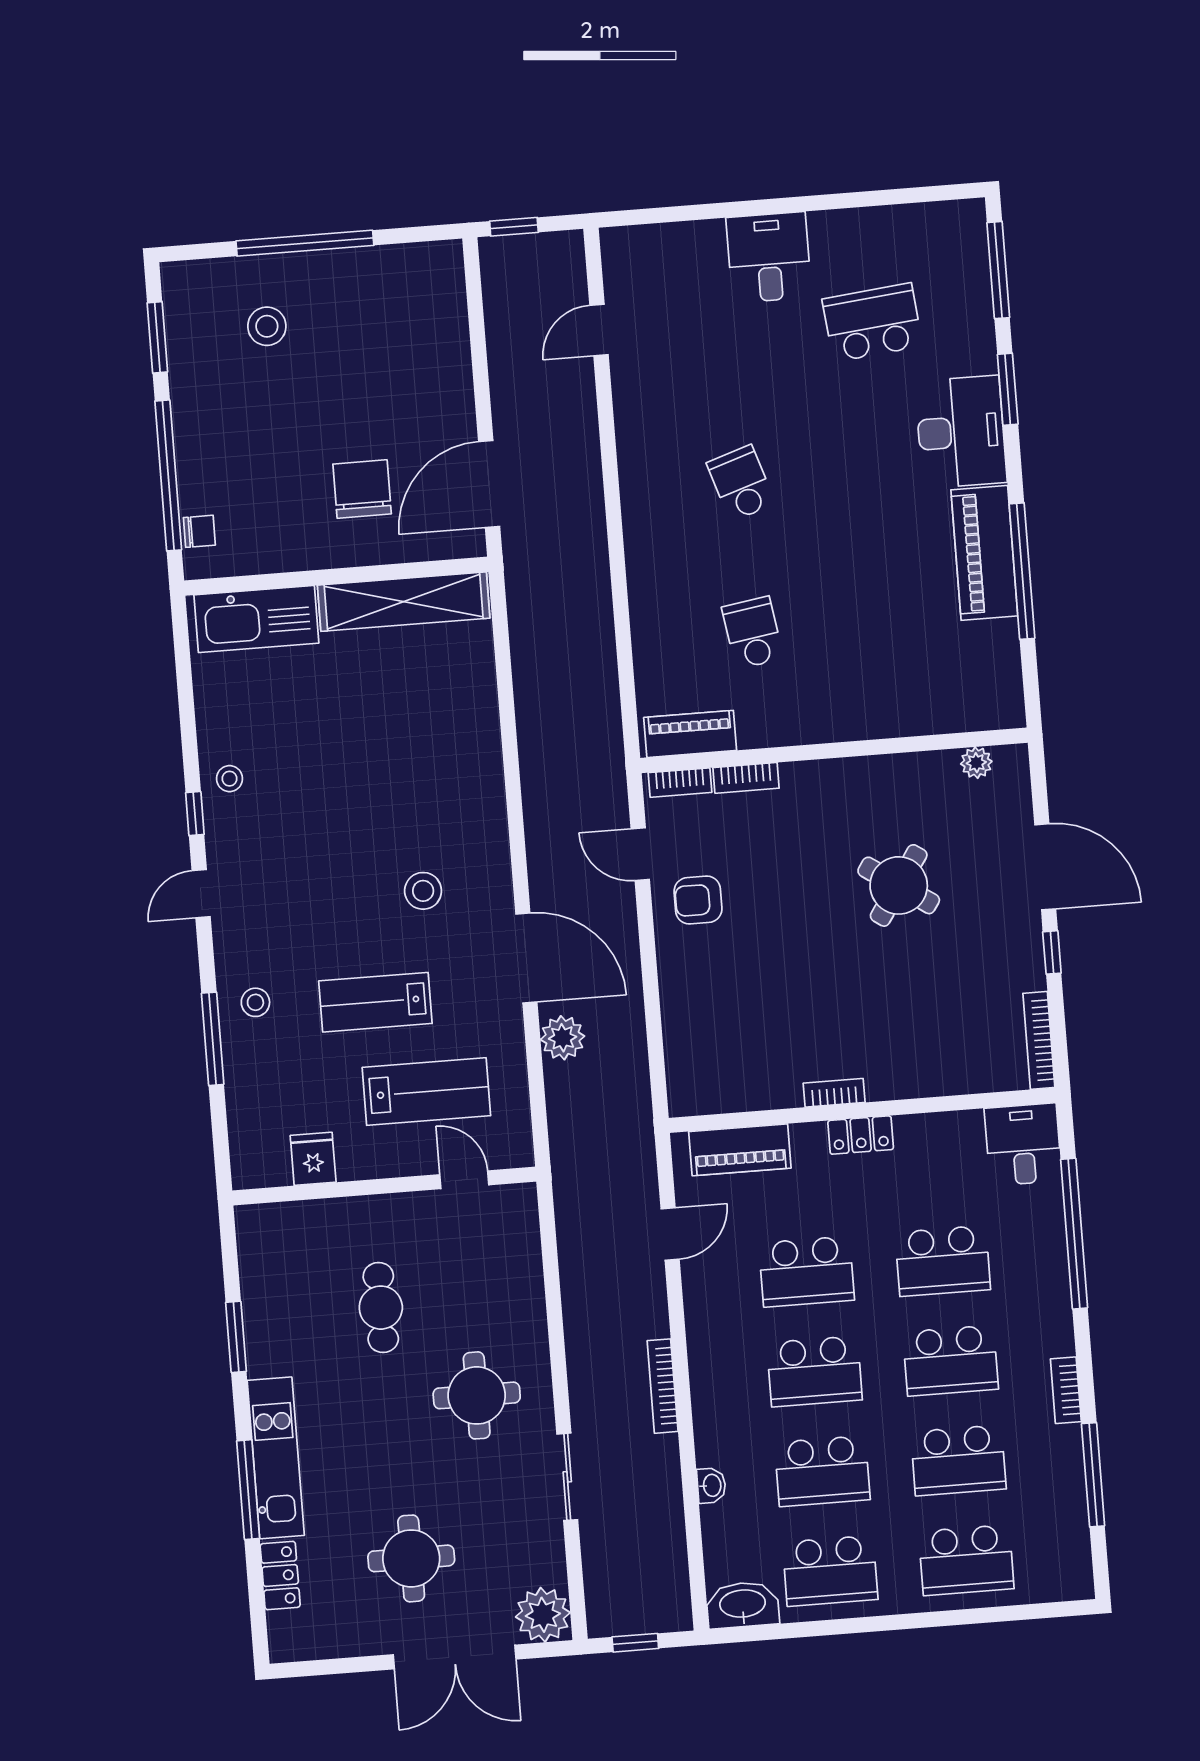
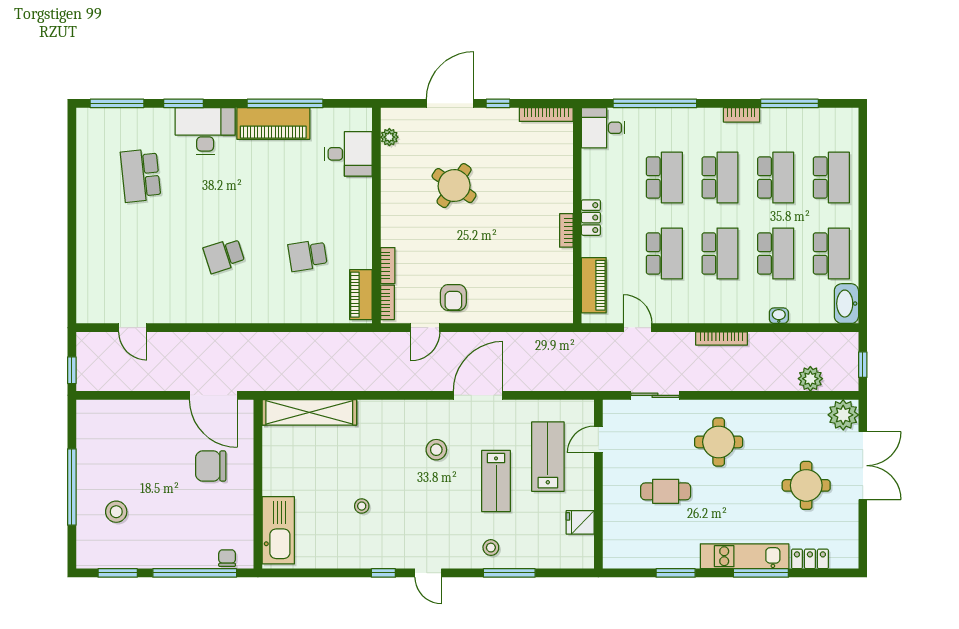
desk: (769, 257) -> (348, 154), moved, turned 180
shelving: (404, 602) -> (309, 412), moved, turned 90
stool: (229, 779) -> (362, 506), moved
plant: (563, 1038) -> (810, 379), moved
sliding door: (567, 1477) -> (655, 395), moved

